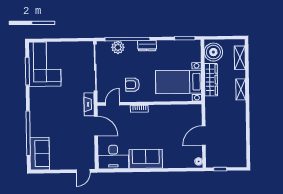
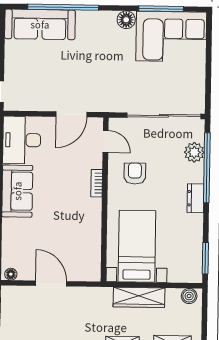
boiler: (213, 52) -> (189, 296), width x0.54, depth x0.54
floor lamp: (35, 93) -> (126, 20), added
fireplace: (89, 104) -> (106, 104), removed
sofa: (40, 154) -> (40, 24), width x1.36

